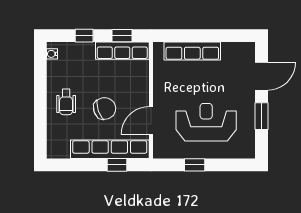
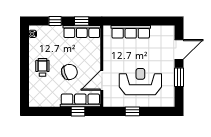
wheelchair: (66, 102) -> (42, 67), turned 180
row of seats: (110, 149) -> (80, 100), width x0.73

